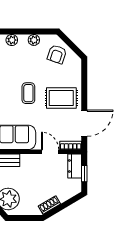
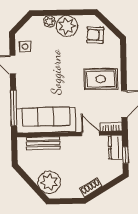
plant: (34, 40) -> (67, 26), width x1.87, depth x1.87
armchair: (57, 54) -> (95, 35), turned 75
coffee table: (28, 93) -> (67, 75), removed

